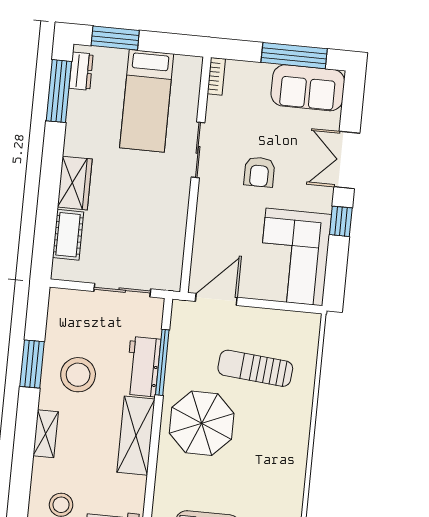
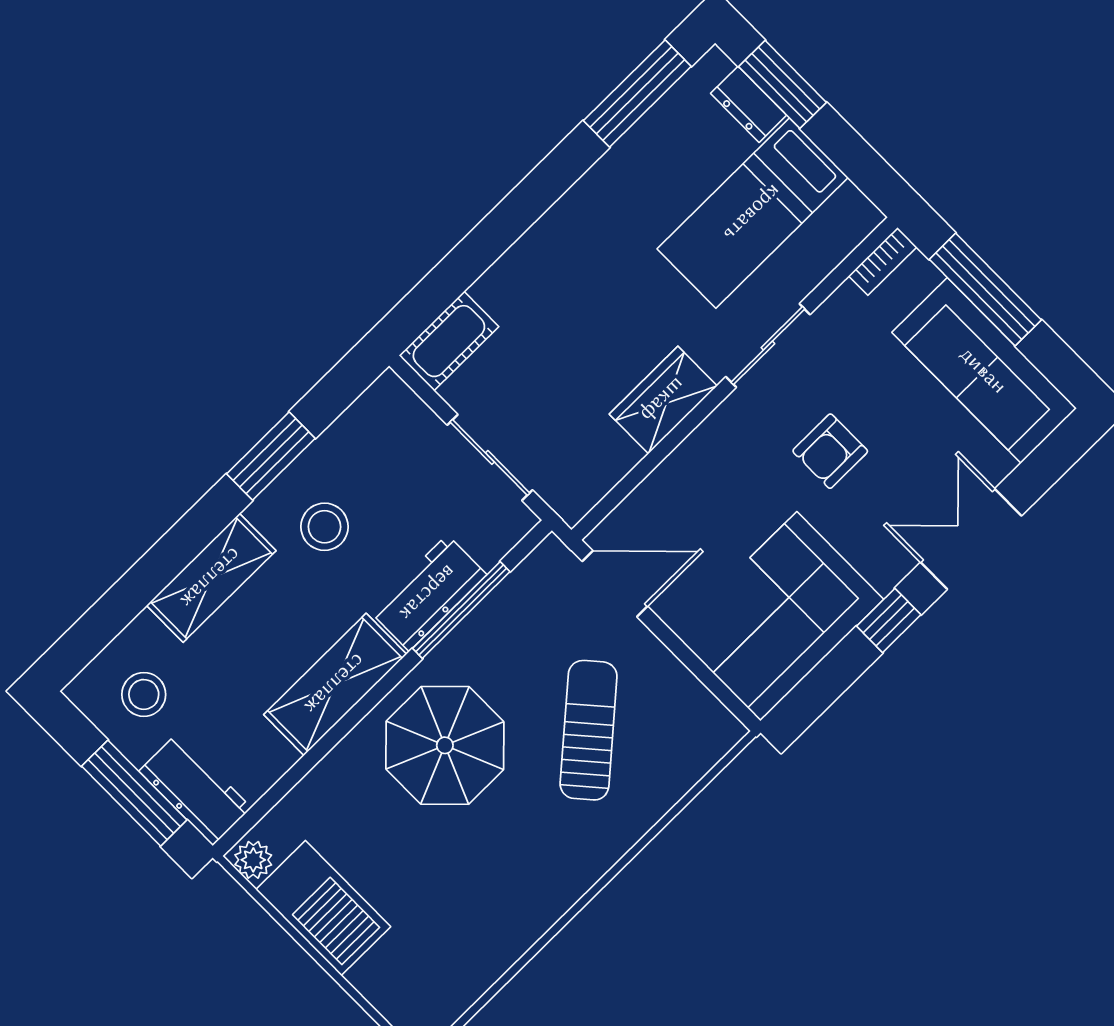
window: (294, 56) -> (985, 290), moved
dresser: (81, 71) -> (749, 104), moved, turned 90
sofa: (308, 88) -> (984, 370), width x1.36
wardrobe: (75, 183) -> (663, 400), moved, turned 180
cot: (68, 235) -> (449, 341), moved
sun lounger: (255, 368) -> (589, 730), turned 44
stool: (78, 375) -> (325, 527), width x0.73, depth x0.73
shelving: (46, 434) -> (211, 578), width x1.50, depth x1.33

